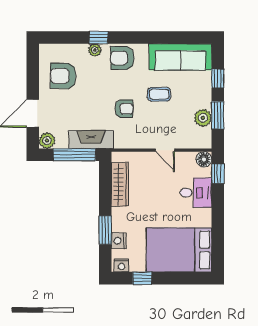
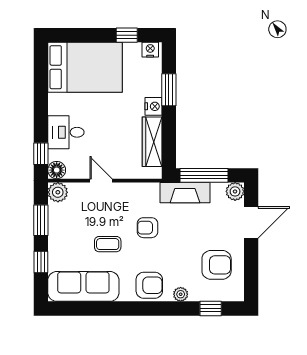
window: (98, 38) -> (211, 308), moved
plant: (203, 118) -> (58, 192), moved
nightstand: (119, 241) -> (153, 106), moved

